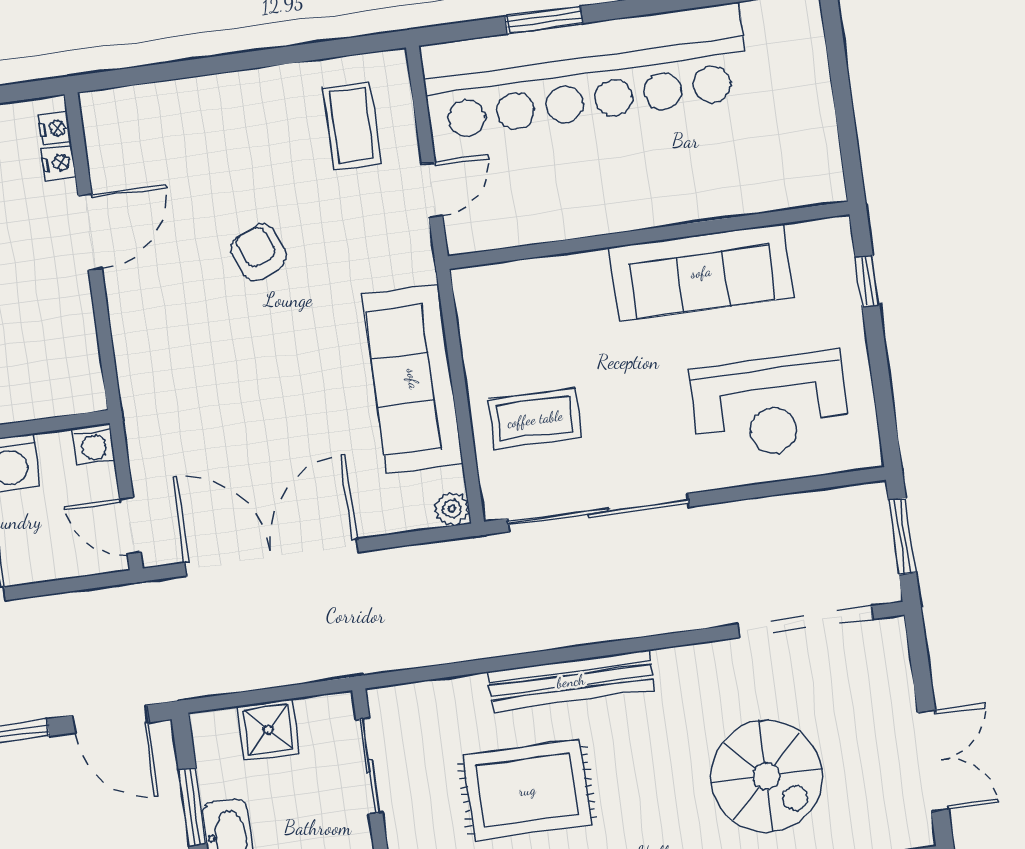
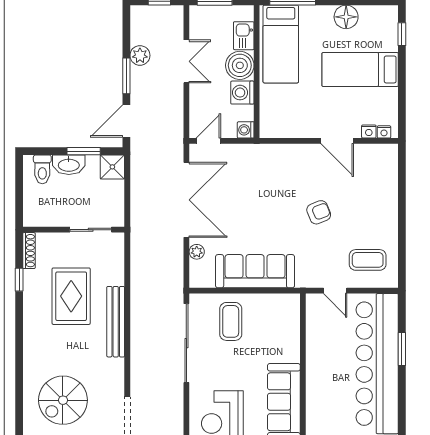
plant: (452, 509) -> (197, 252), moved
shower: (268, 730) -> (112, 167), moved

